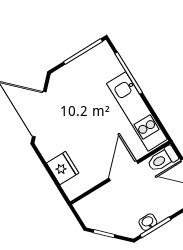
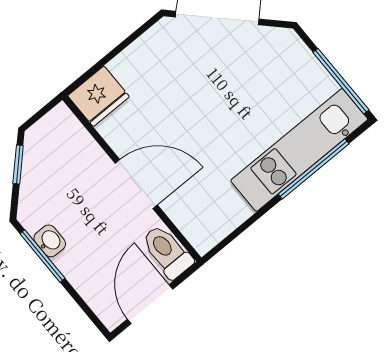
kitchen unit: (137, 111) -> (299, 150), moved
fridge: (63, 168) -> (99, 96), moved

